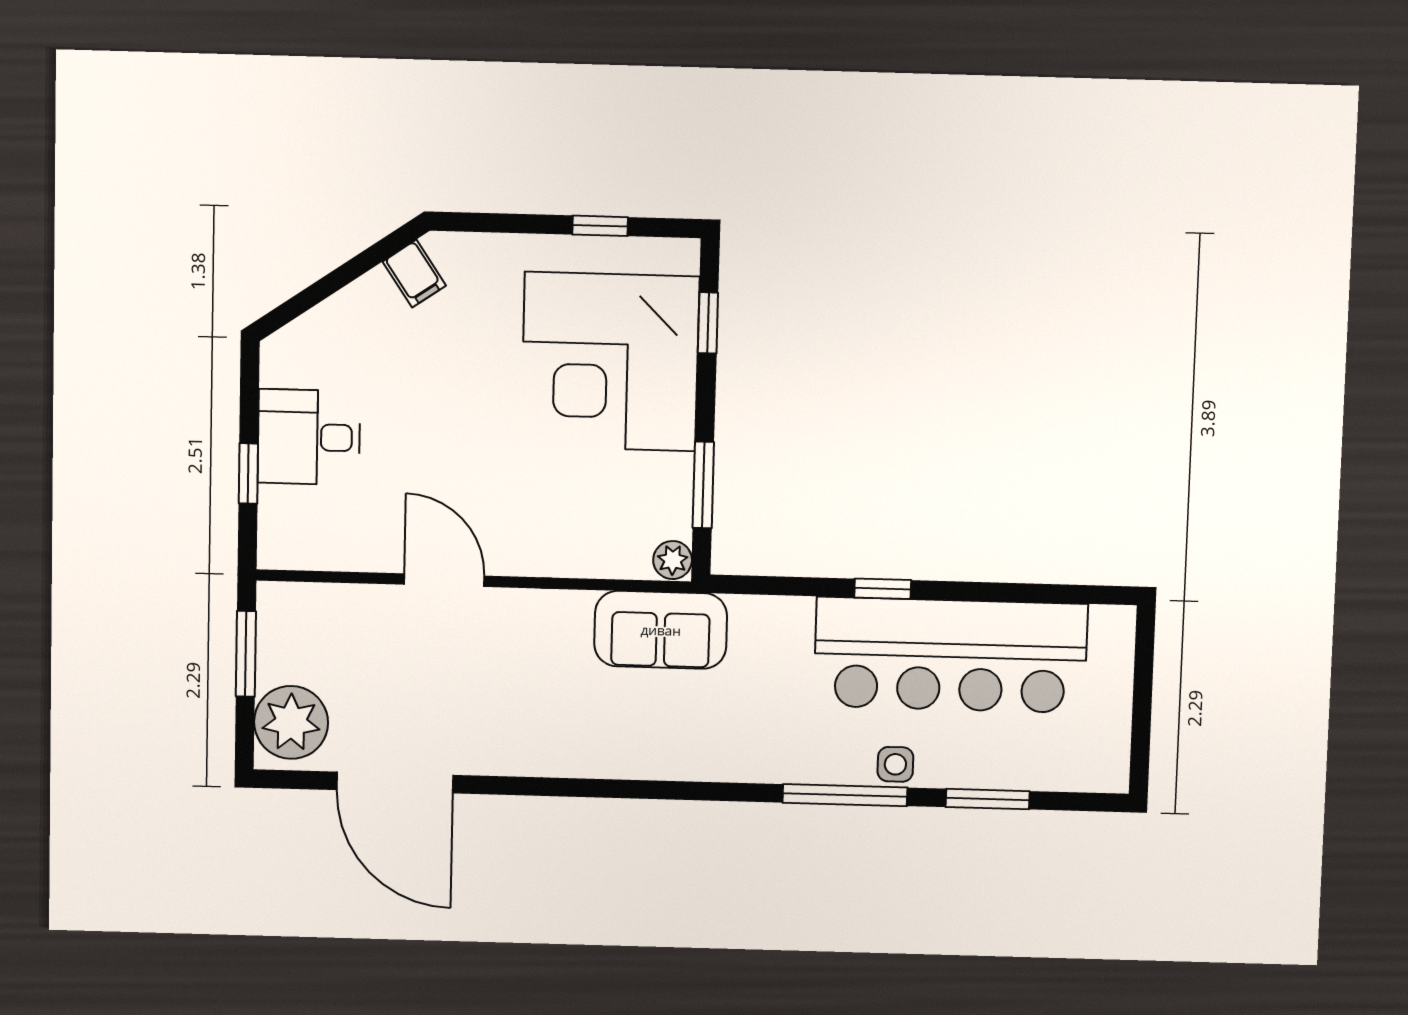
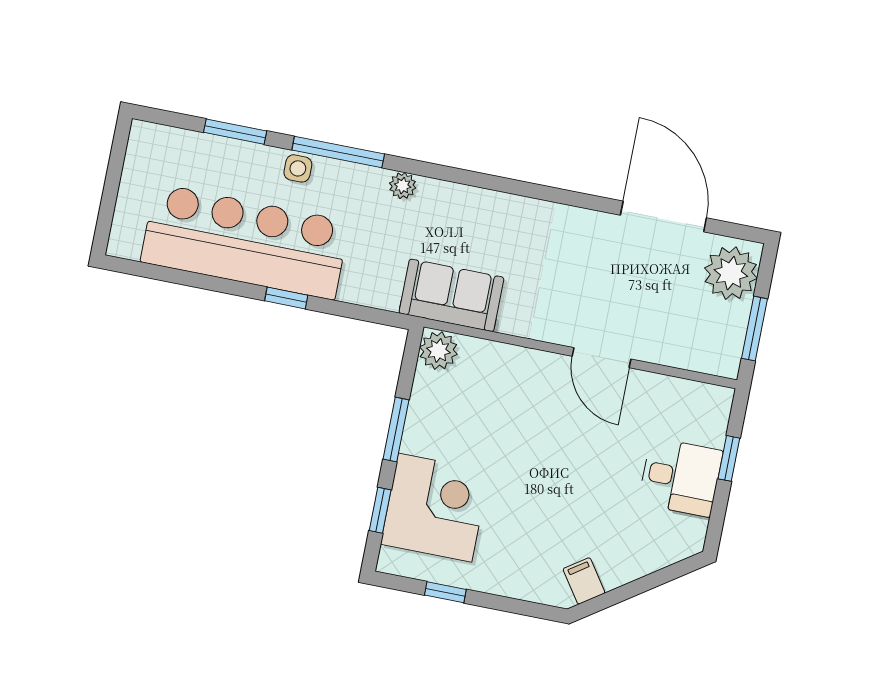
corner desk: (610, 362) -> (435, 508), width x0.74, depth x0.74
window: (703, 485) -> (396, 430), moved
plant: (673, 560) -> (438, 351), width x1.38, depth x1.38
plant: (751, 765) -> (403, 186), added

